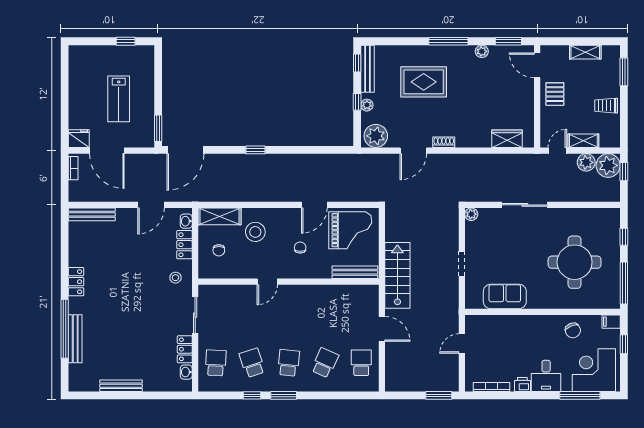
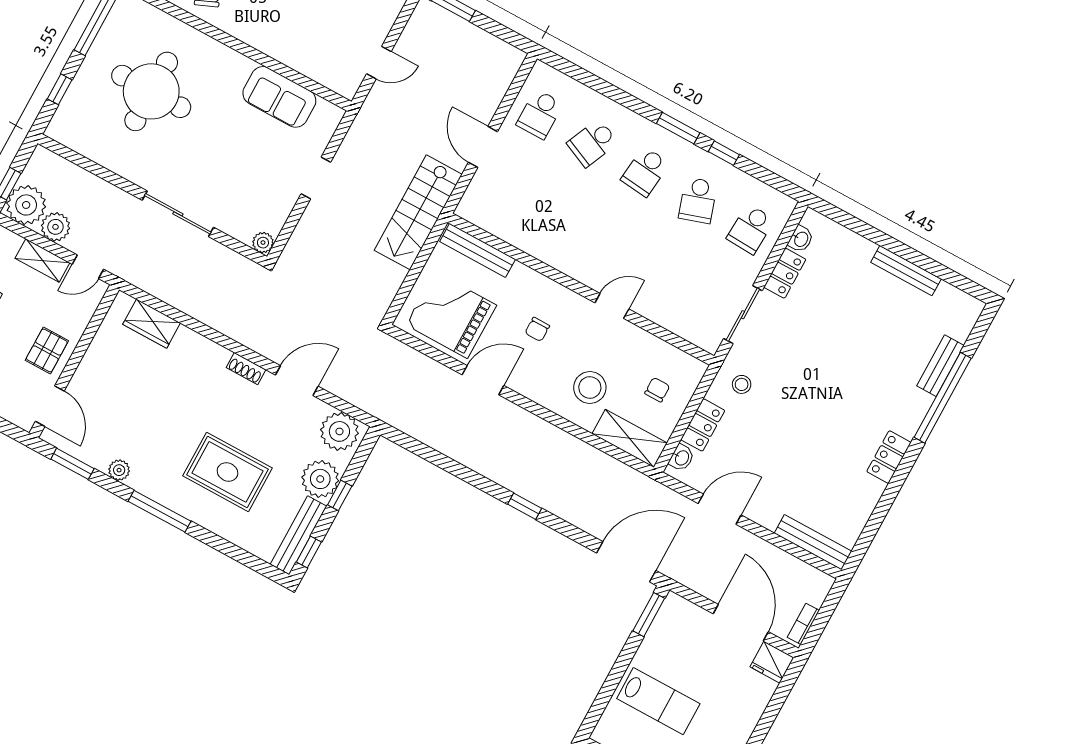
lab bench: (119, 99) -> (658, 701), moved, turned 90
plant: (367, 105) -> (320, 479), width x1.87, depth x1.87
bench: (75, 339) -> (940, 366), width x0.73

